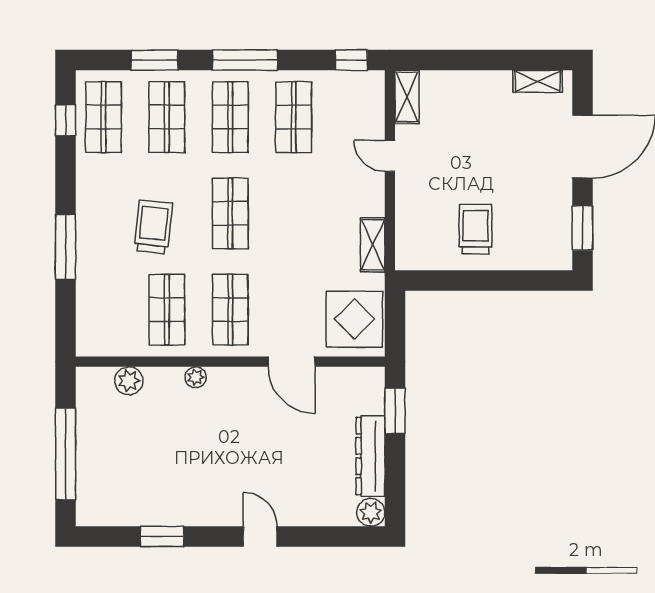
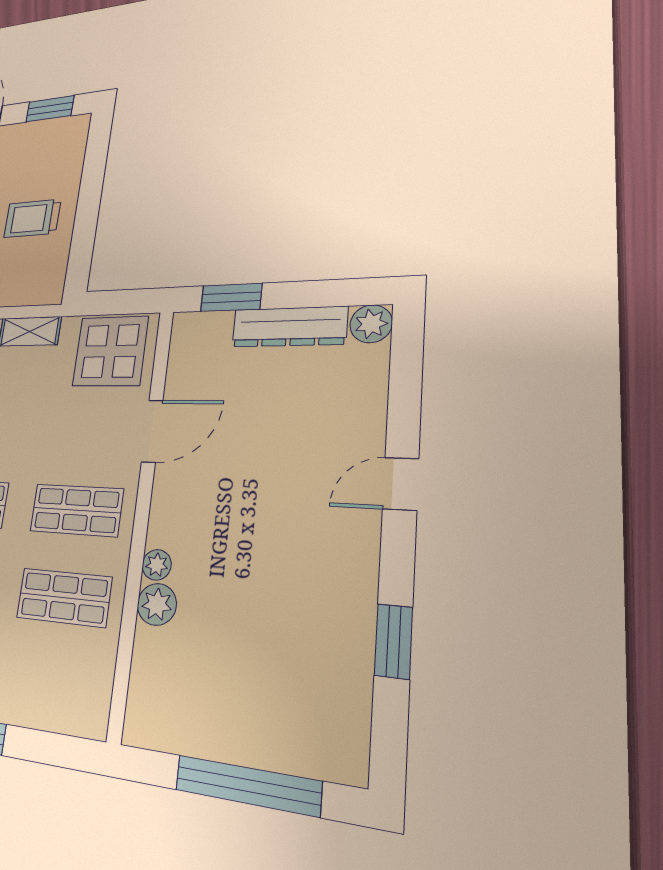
plant: (129, 381) -> (157, 604), moved

